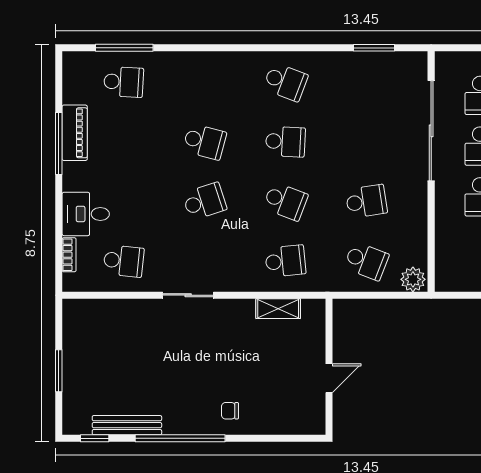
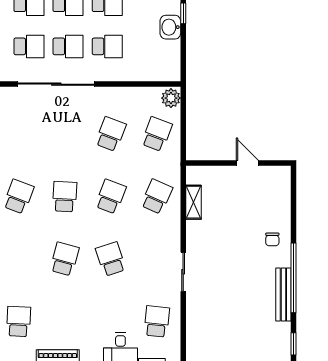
school desk: (366, 201) -> (111, 134), turned 30
school desk: (285, 261) -> (157, 197), turned 30
bench: (127, 425) -> (283, 294), moved

